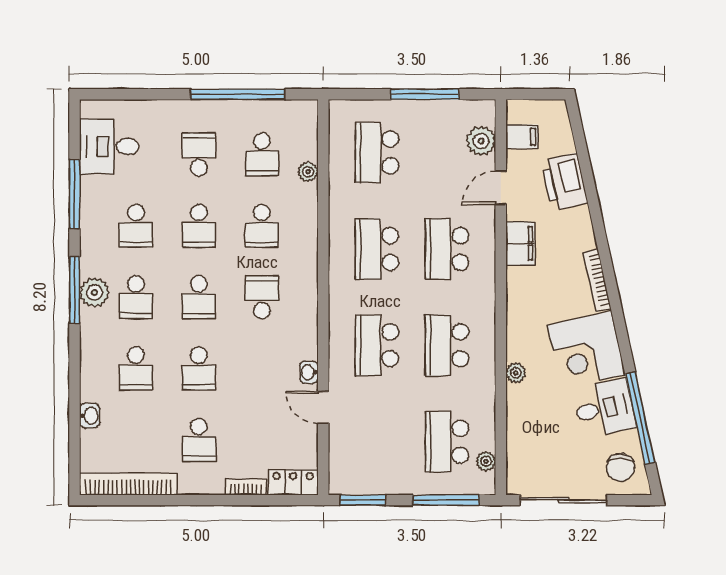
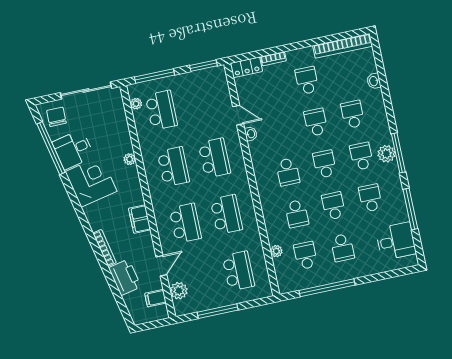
school desk: (262, 226) -> (297, 214), turned 180
filing cabinet: (520, 243) -> (140, 219), moved
bookcase: (597, 280) -> (105, 248), moved

